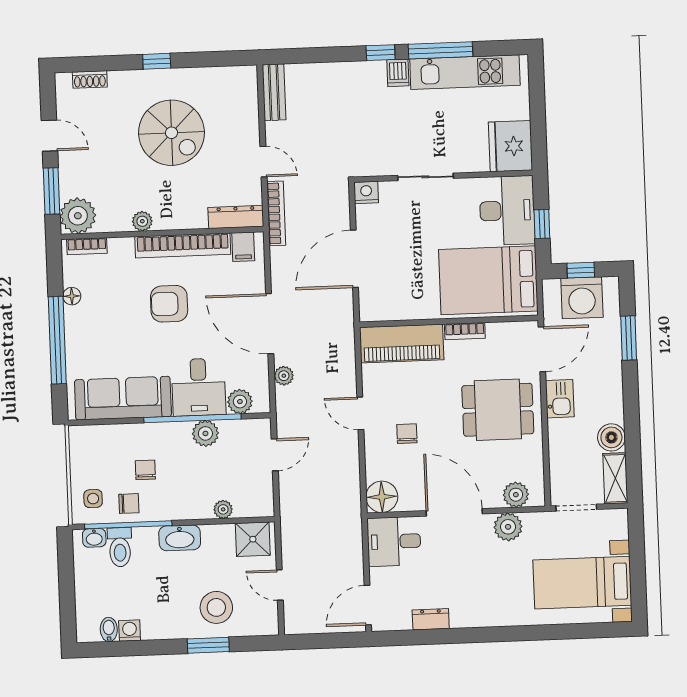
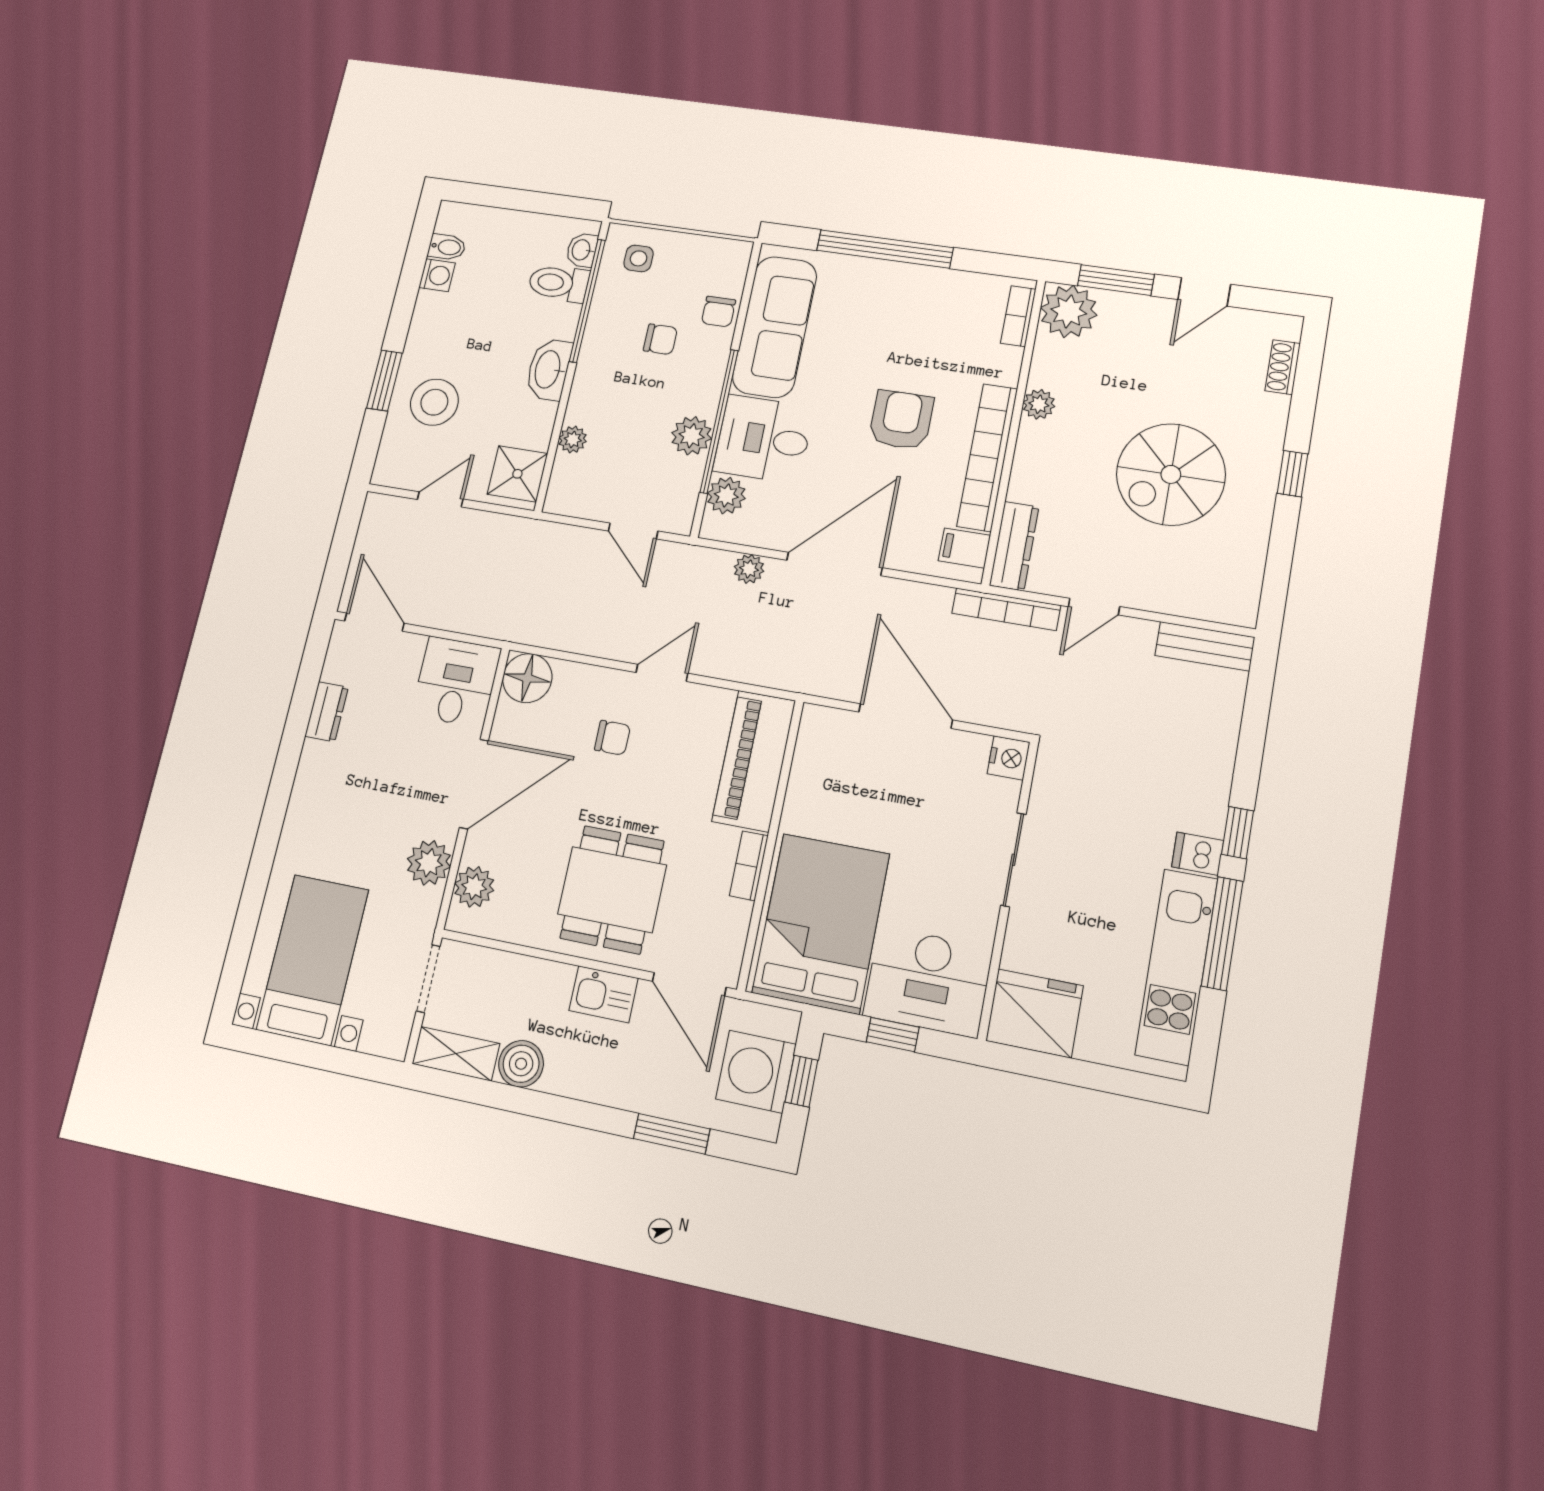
floor lamp: (72, 296) -> (947, 281), removed
chair: (129, 504) -> (718, 312), moved

